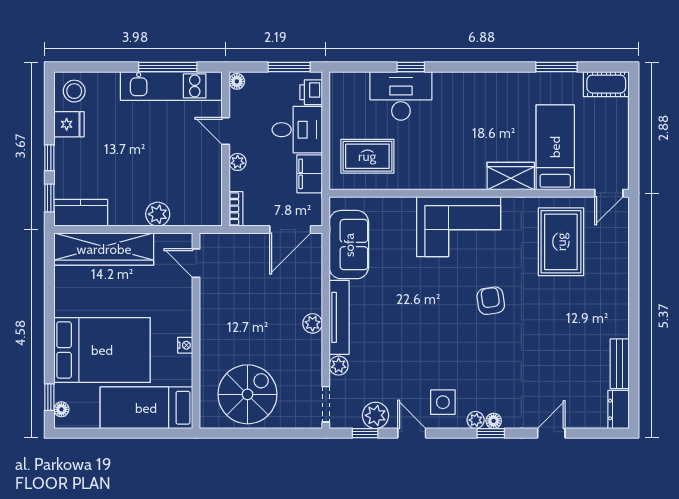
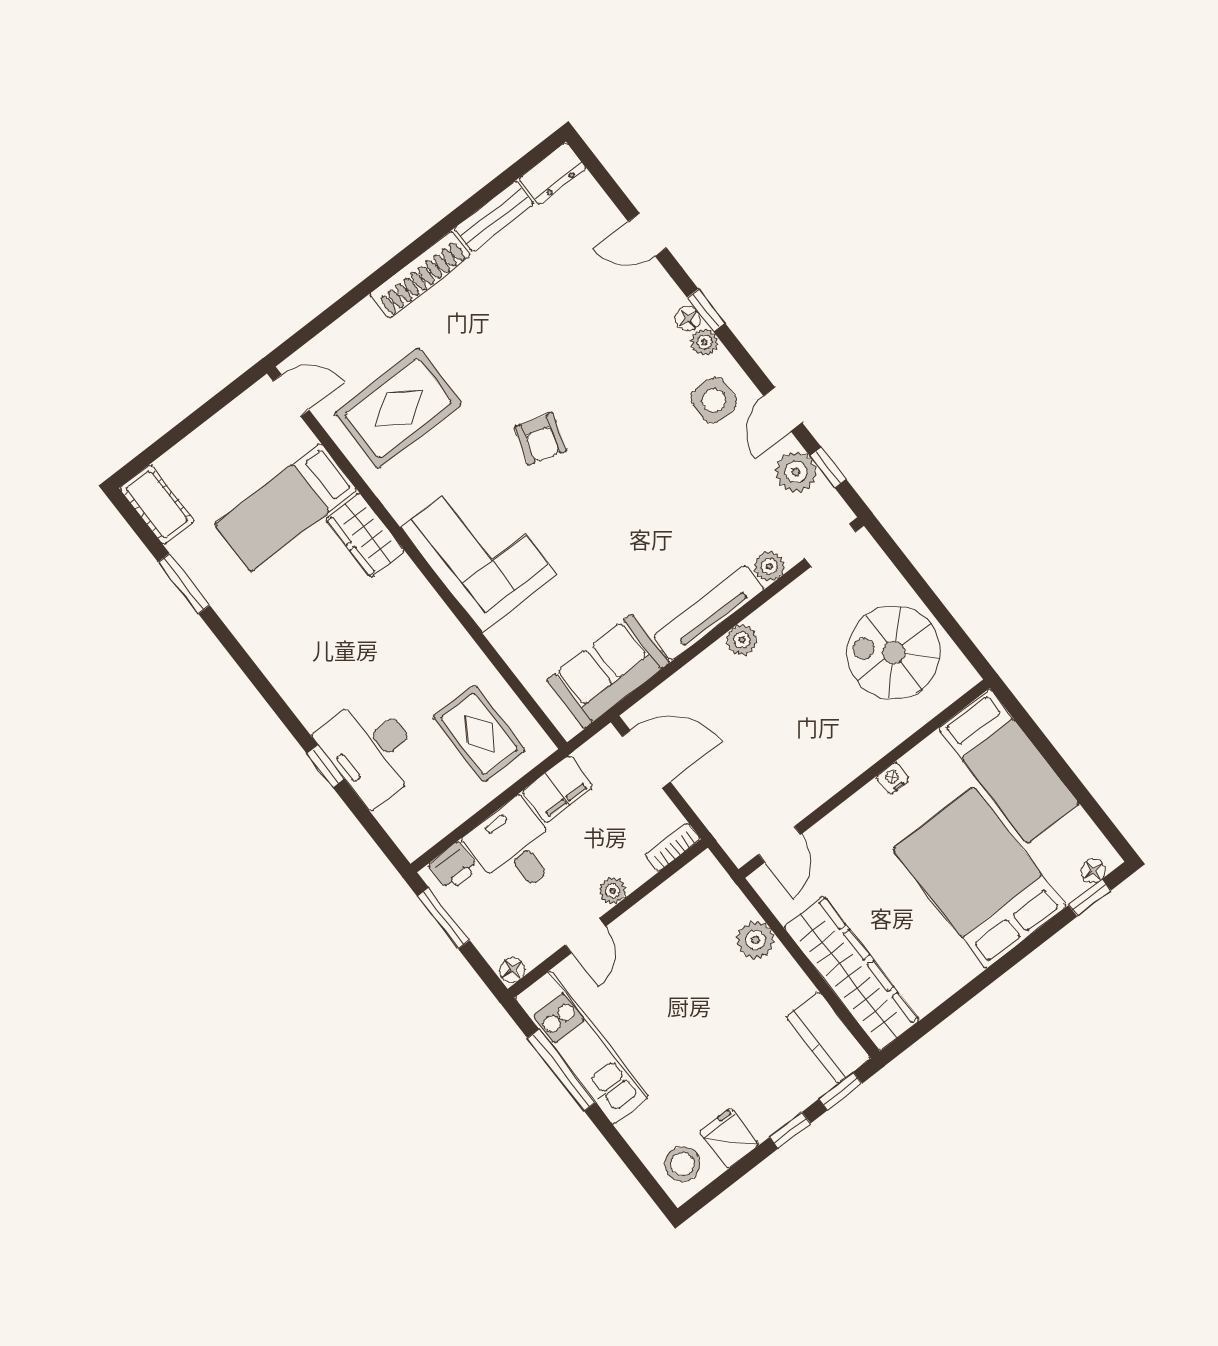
armchair: (491, 301) -> (540, 439), turned -64
shoe rack: (619, 304) -> (420, 275), added

